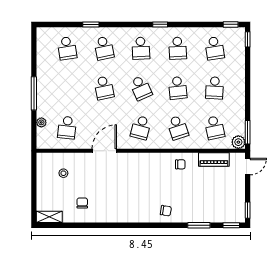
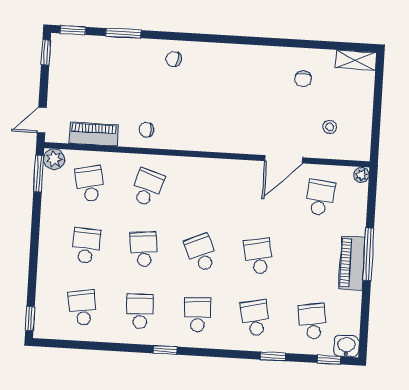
window: (231, 24) -> (329, 360), moved
washbasin: (44, 34) -> (346, 346), added
piano: (44, 87) -> (352, 263), added
plant: (41, 122) -> (361, 175), moved
school desk: (141, 128) -> (205, 191), removed
school desk: (178, 128) -> (147, 187), turned 36
door: (104, 151) -> (284, 159), moved

